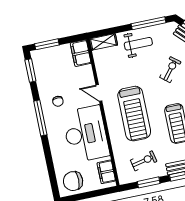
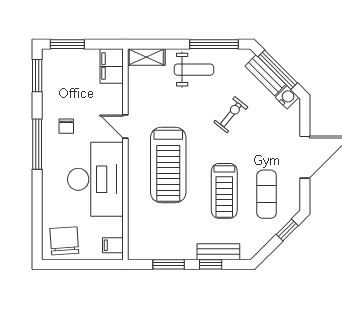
exercise bike: (144, 161) -> (168, 233), removed
filing cabinet: (106, 172) -> (113, 245), width x0.50
chair: (73, 181) -> (64, 241), turned 86

